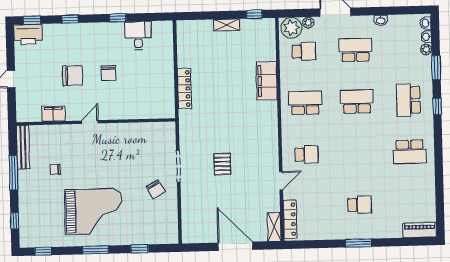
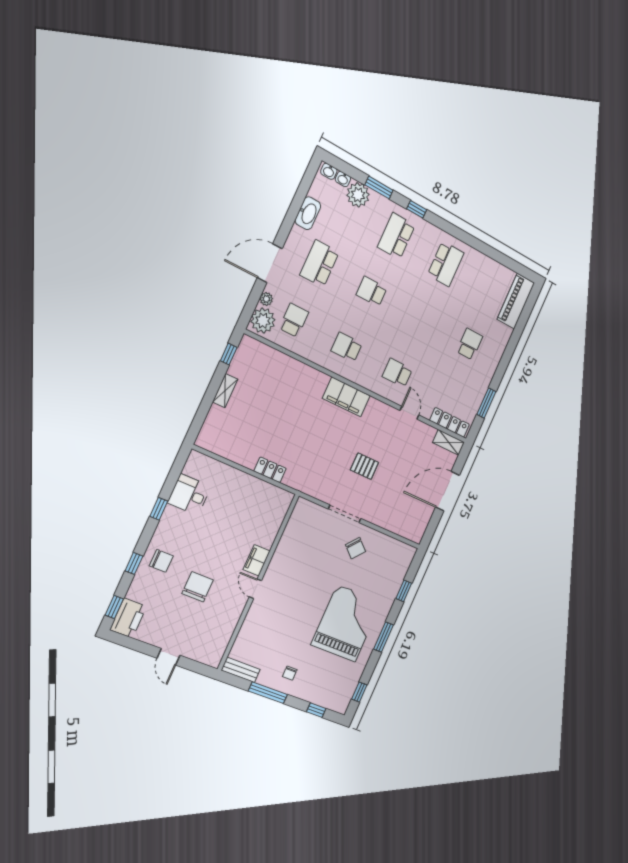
washbasin: (381, 20) -> (308, 213), width x1.91, depth x1.45
plant: (426, 49) -> (358, 195), width x1.88, depth x1.88
chair: (109, 73) -> (161, 561), moved
filing cabinet: (267, 81) -> (346, 397), moved
locker: (185, 89) -> (270, 470), width x0.66
school desk: (408, 100) -> (396, 236), turned 90
school desk: (357, 102) -> (372, 291), width x0.54
school desk: (305, 103) -> (347, 347), width x0.54
filing cabinet: (53, 114) -> (257, 560), moved
bench: (23, 147) -> (241, 670), width x0.73
school desk: (306, 154) -> (397, 373), turned -90
chair: (55, 170) -> (290, 673), moved
chair: (156, 189) -> (355, 548), turned 70
piano: (420, 230) -> (516, 301), width x1.37, depth x1.33
window: (359, 243) -> (486, 403), moved

